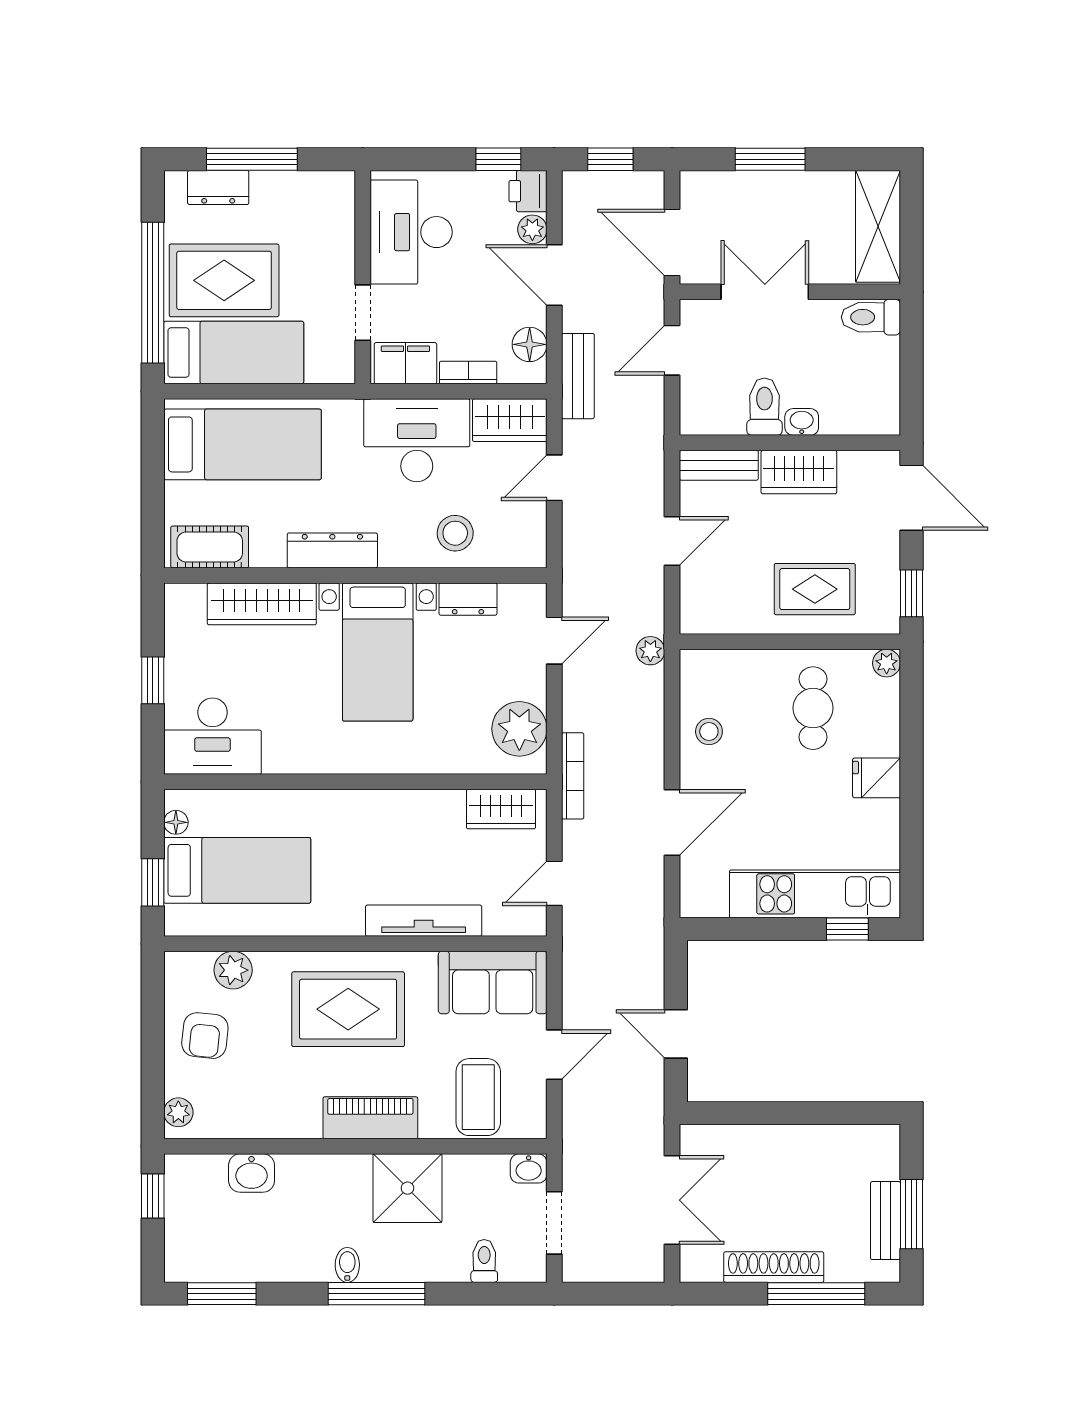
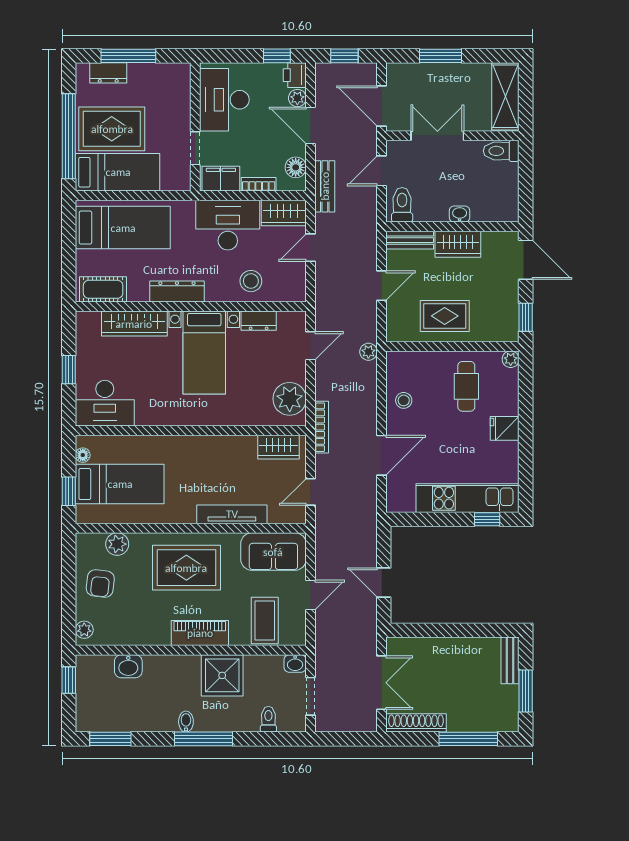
toilet: (764, 407) -> (402, 205), moved
rug: (815, 589) -> (445, 316), moved
bench: (885, 1221) -> (510, 660), moved
shoe rack: (774, 1267) -> (416, 723), moved

